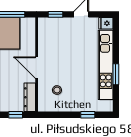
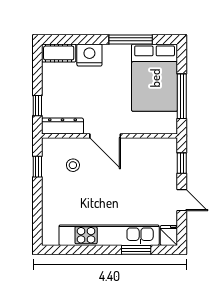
door: (37, 68) -> (105, 136), swing flipped
window: (116, 74) -> (136, 250), moved
window: (88, 115) -> (37, 167), moved

